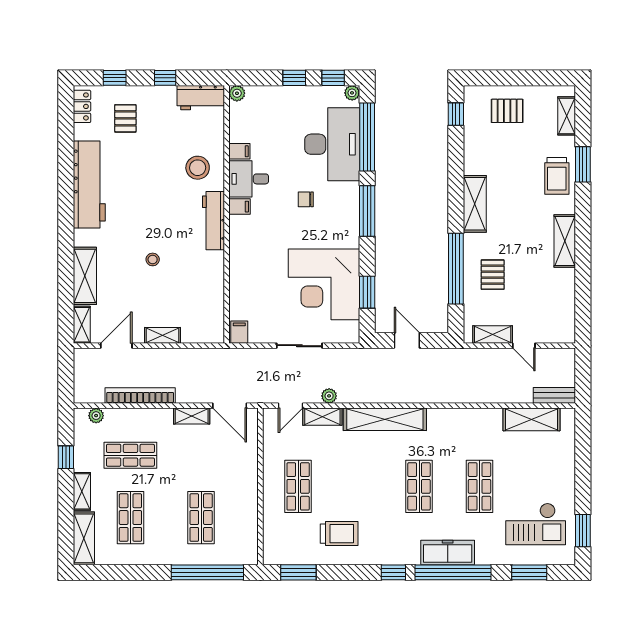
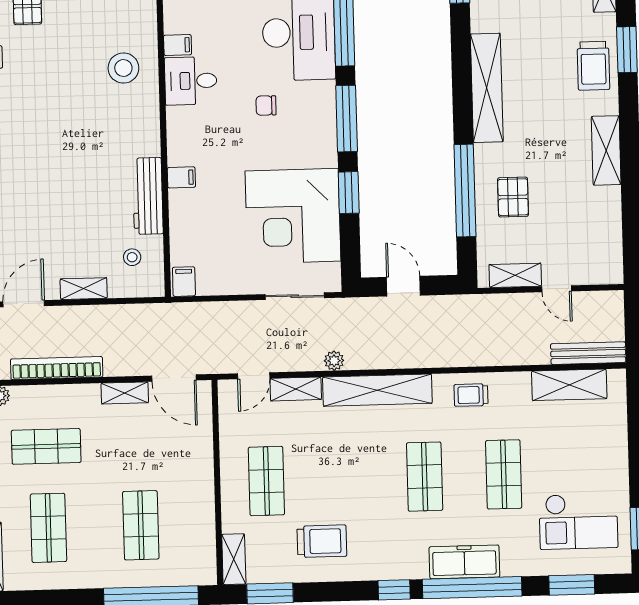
shelving: (475, 204) -> (487, 88), width x1.47
filing cabinet: (240, 207) -> (181, 177), moved
workbench: (213, 221) -> (148, 196), moved
stool: (153, 259) -> (132, 257), moved
window: (367, 292) -> (349, 193), moved
sliding door: (299, 346) -> (295, 296), moved
bench: (554, 395) -> (588, 353), width x1.36
plant: (329, 396) -> (334, 361), moved
trolley: (456, 425) -> (471, 395), added
shelving: (271, 545) -> (234, 559), added

